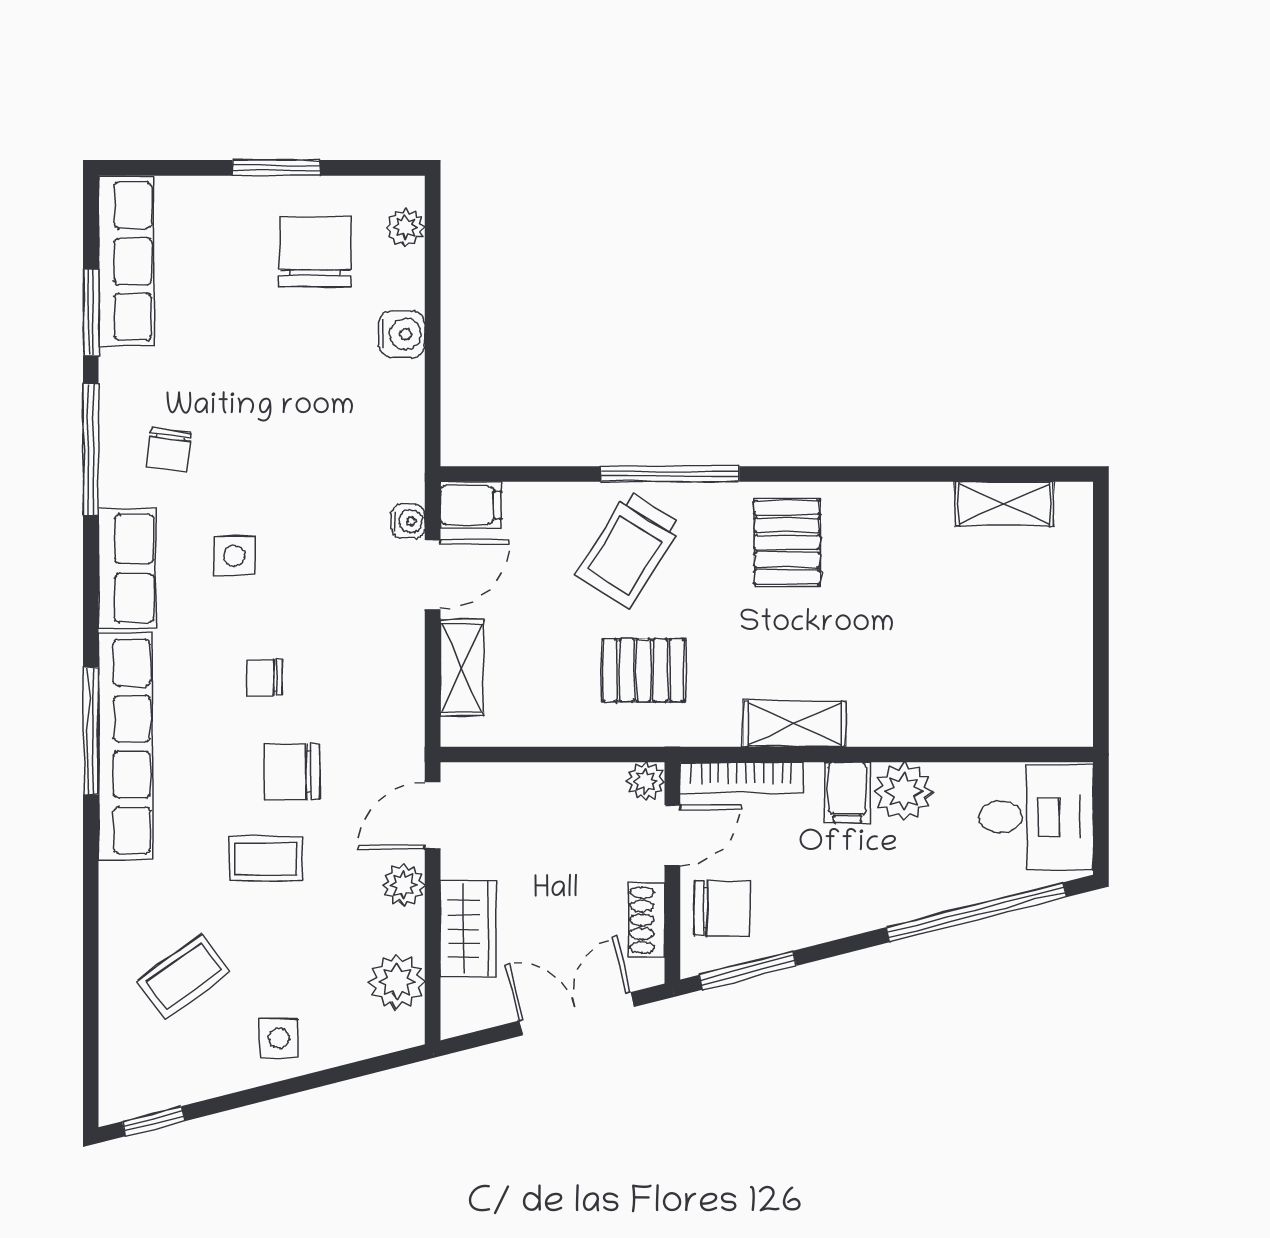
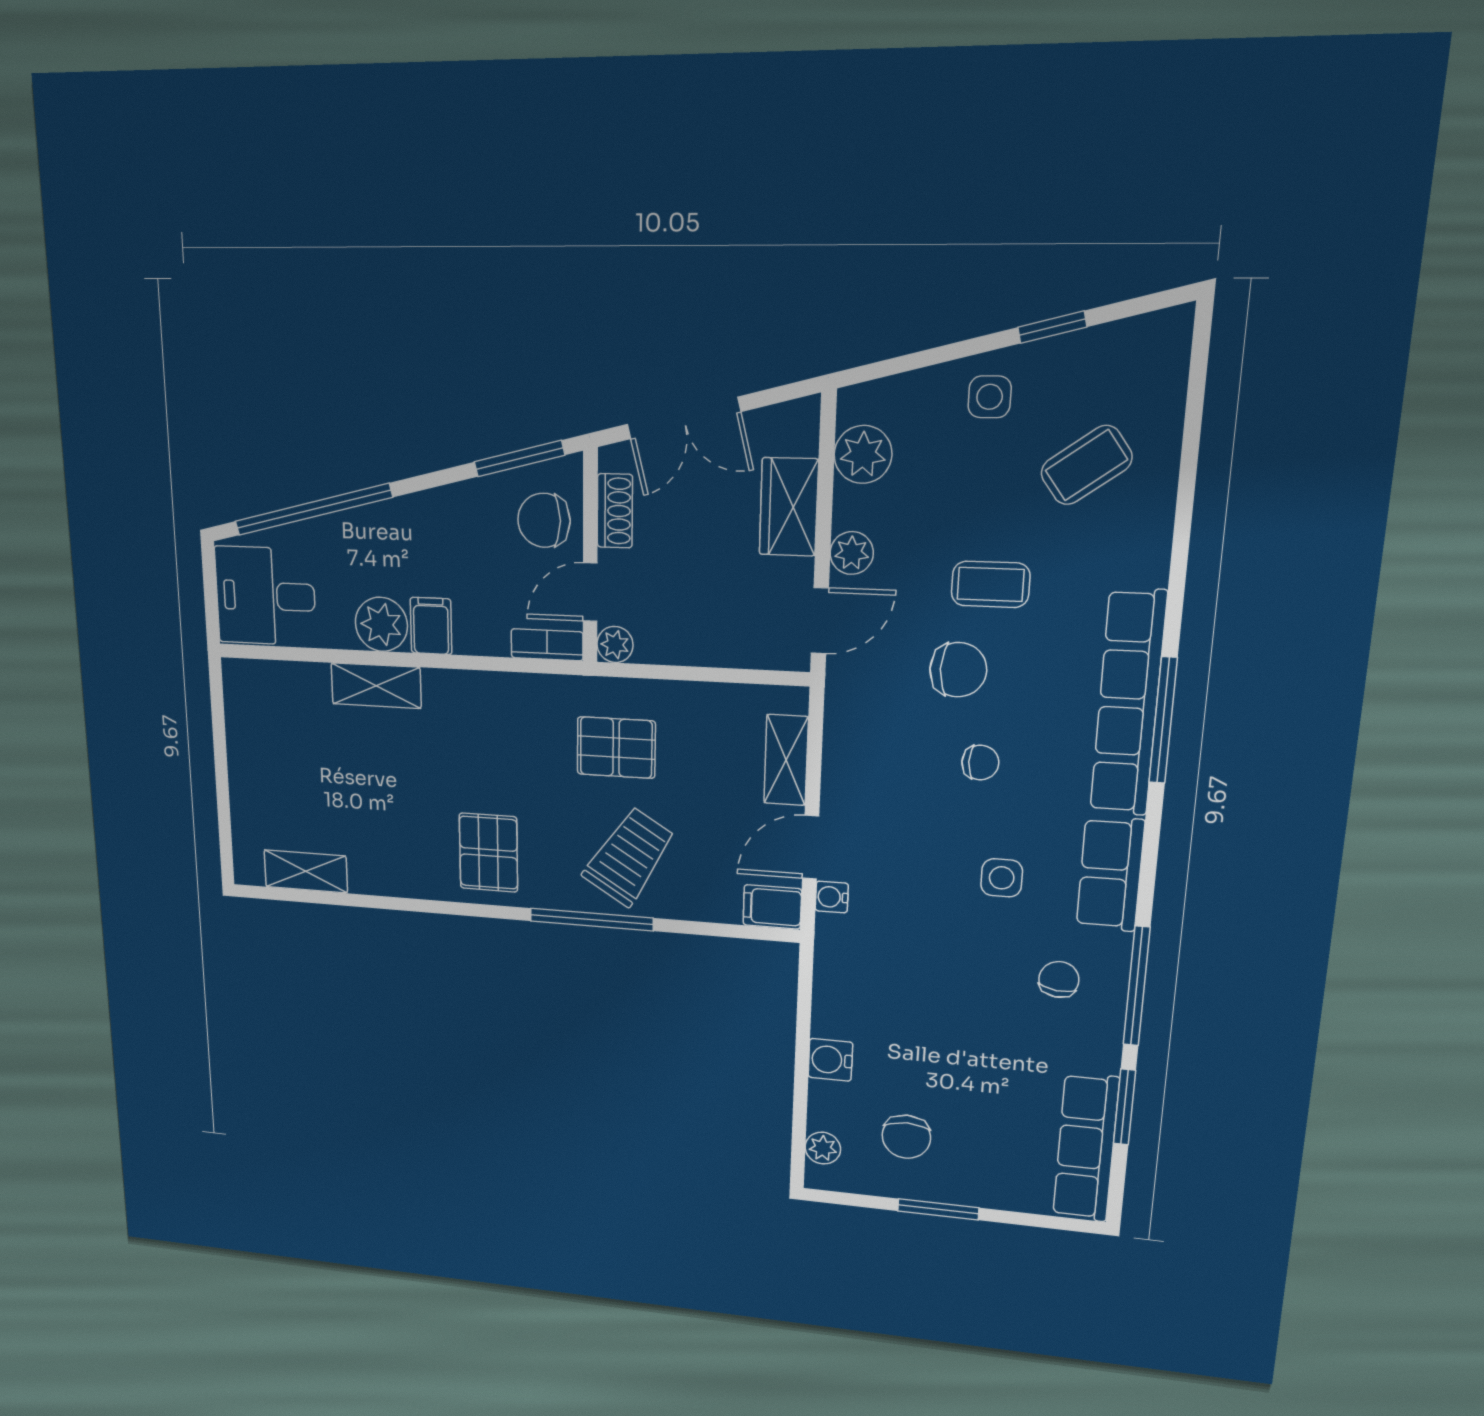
chair: (315, 252) -> (906, 1137), width x0.73, depth x0.73
shelving: (795, 724) -> (376, 686), moved
bookcase: (741, 778) -> (547, 645), width x0.64
window: (154, 1121) -> (1052, 327), moved

